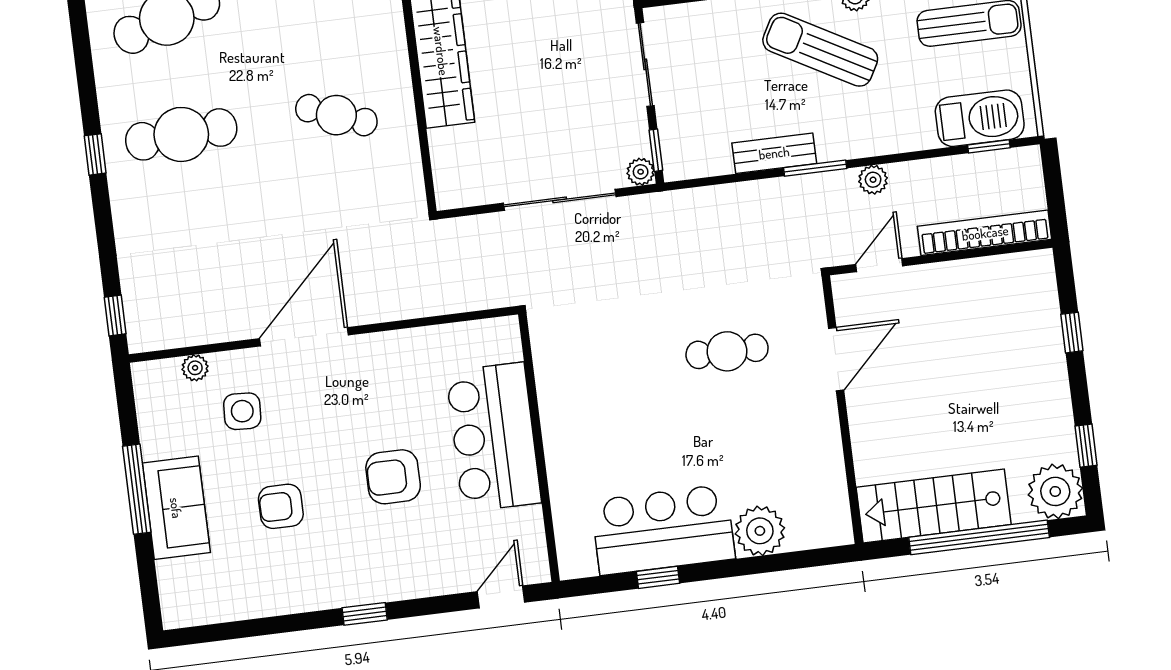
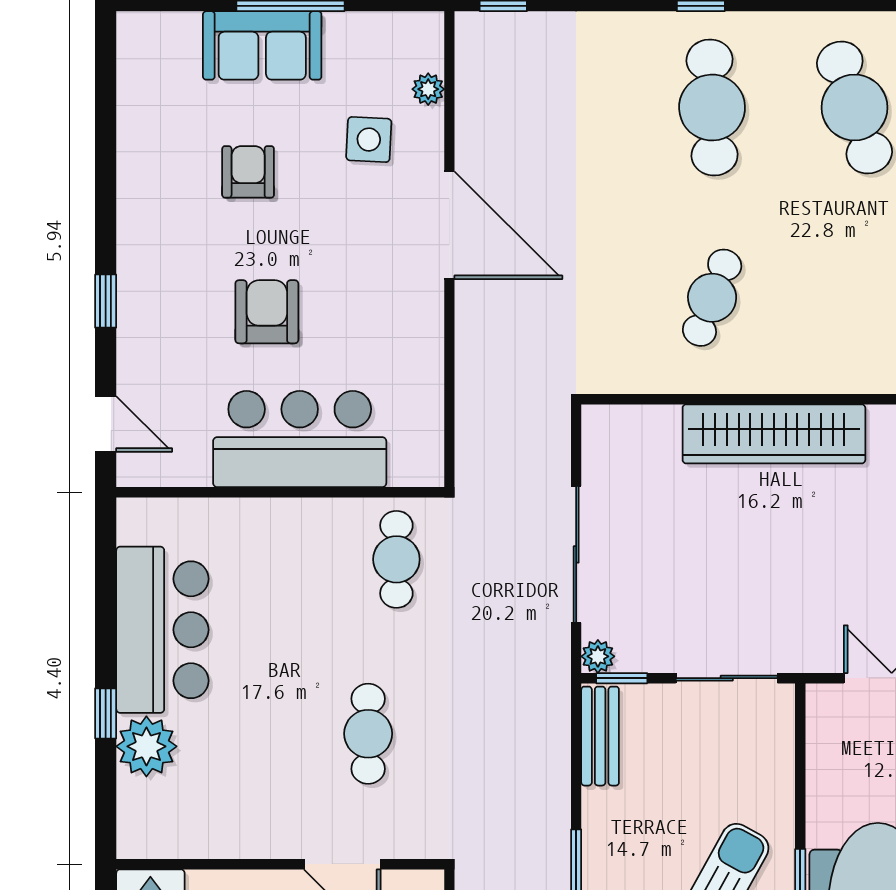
bench: (774, 153) -> (600, 736), moved
cafe table: (582, 346) -> (396, 559), added
window: (658, 577) -> (106, 713), moved
window: (365, 614) -> (106, 301), moved

